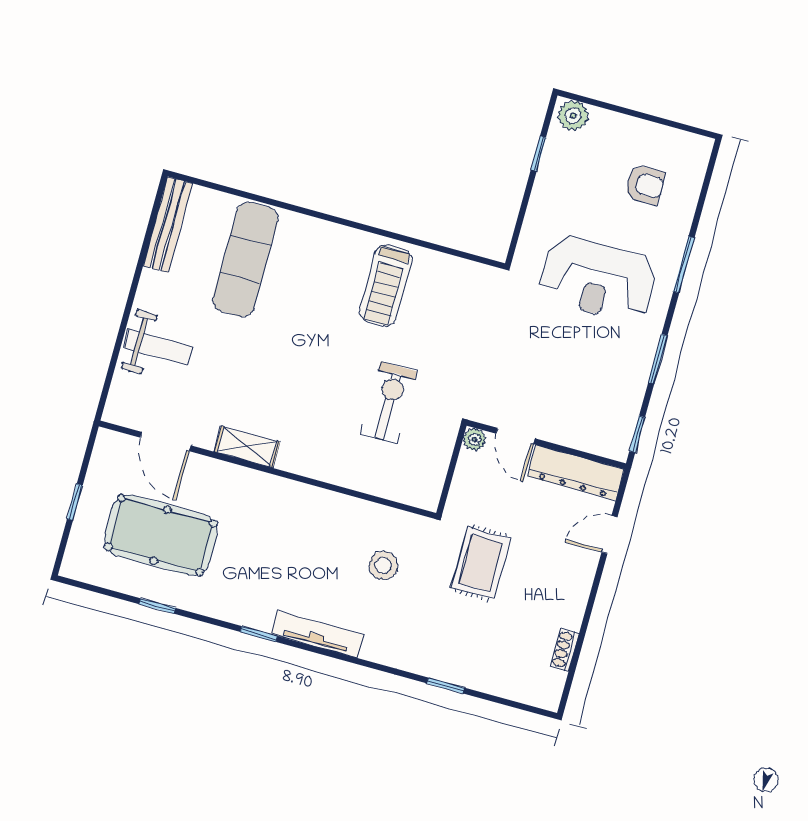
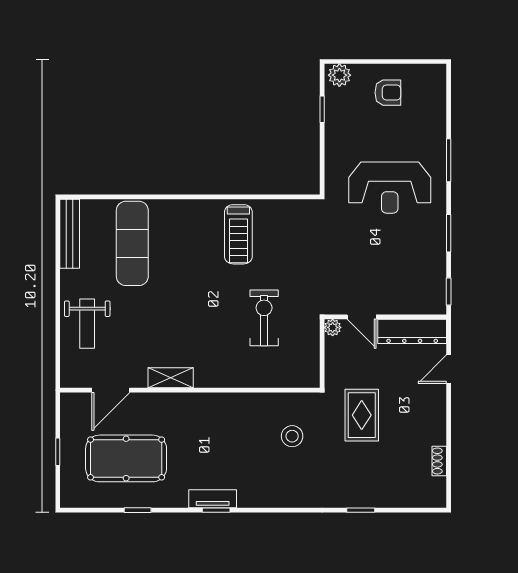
armchair: (645, 185) -> (388, 93), moved
weight bench: (158, 347) -> (87, 324), turned 90
door: (165, 442) -> (111, 390), hinge flipped
tv unit: (317, 634) -> (213, 499), moved, width x0.71

